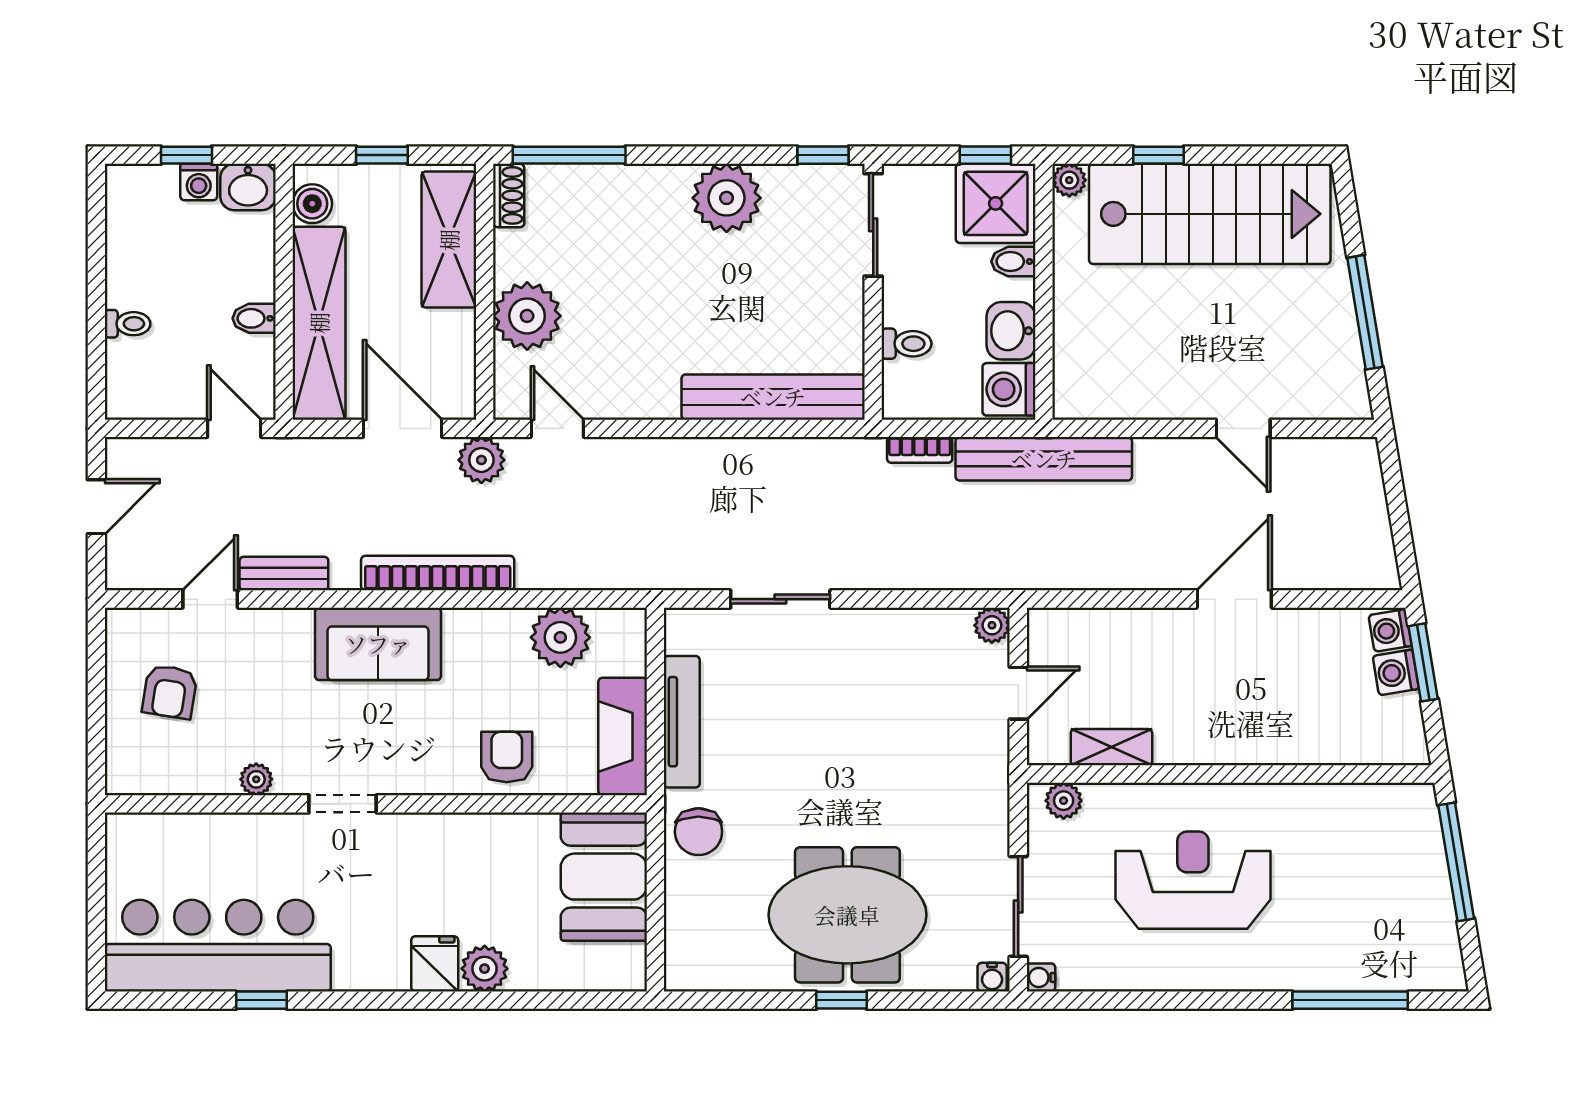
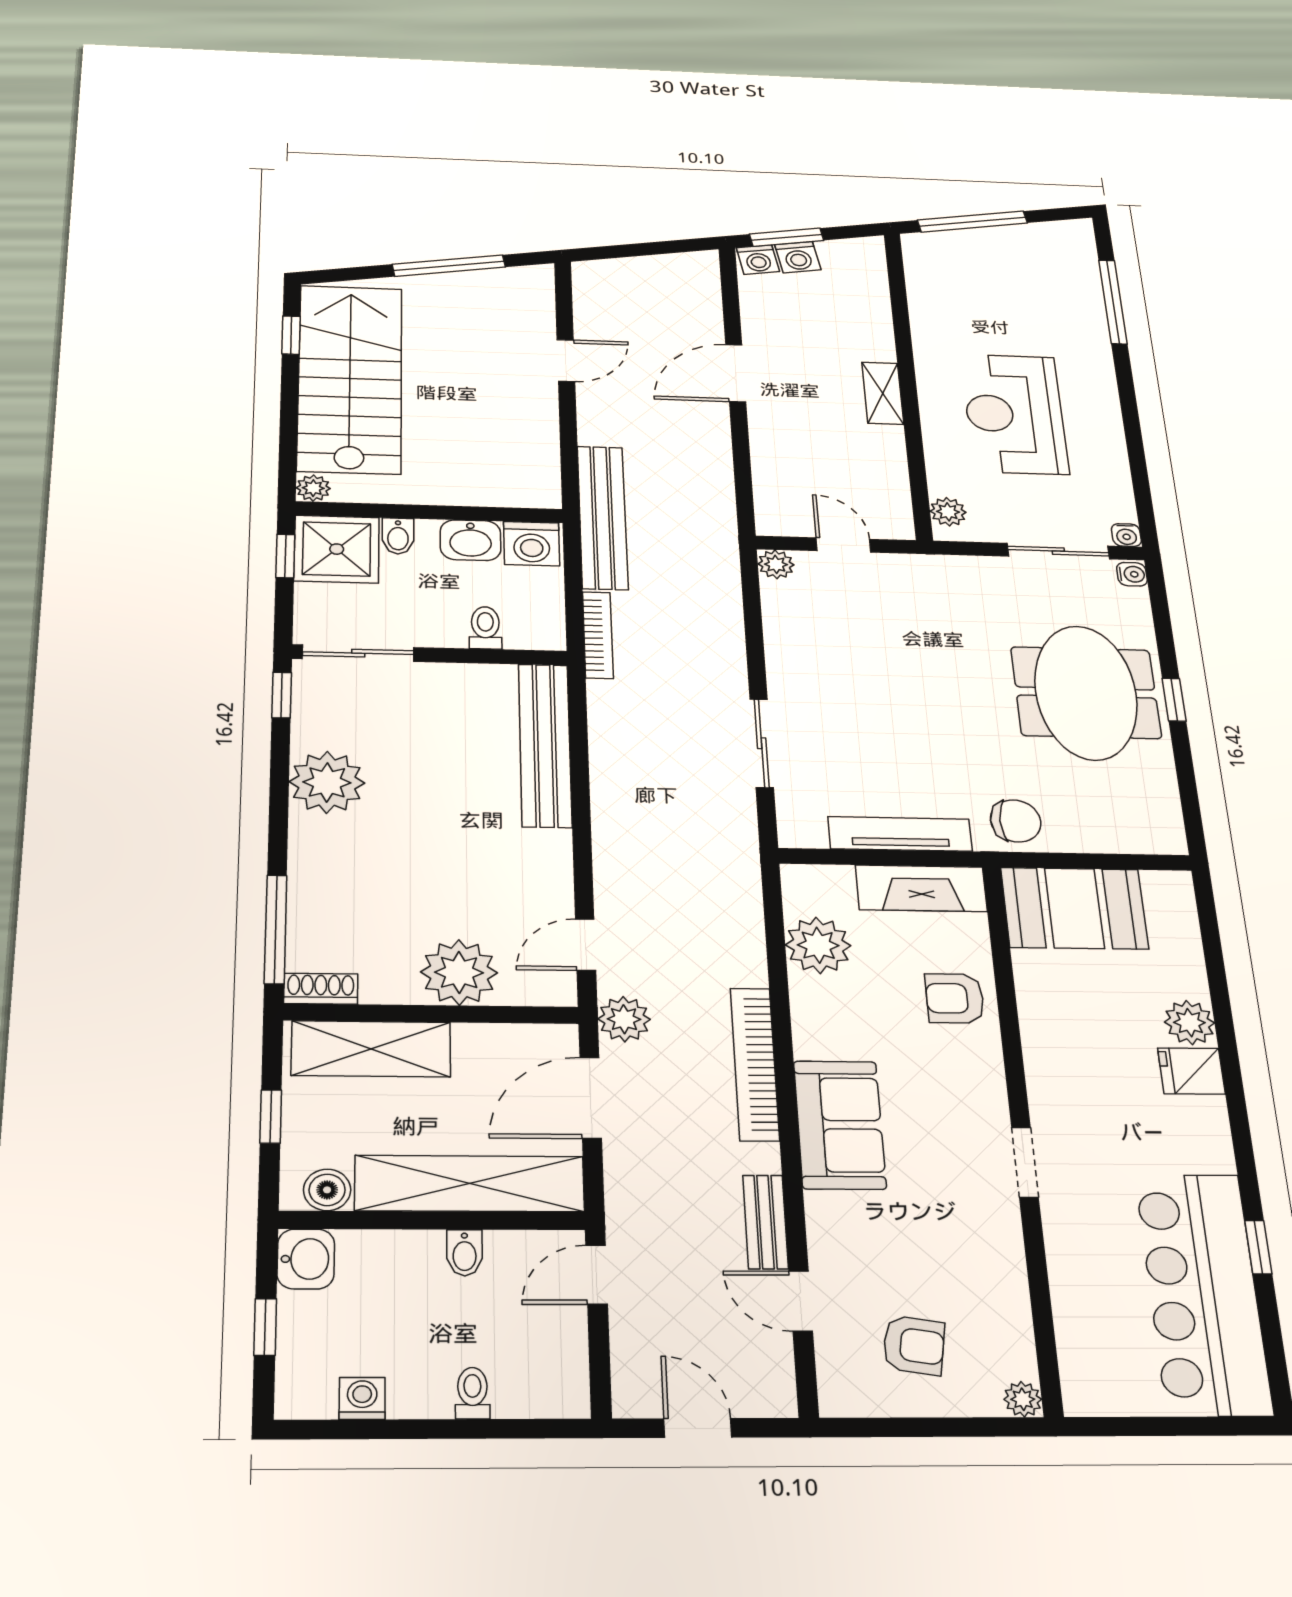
window: (1158, 155) -> (291, 335), moved
washing machine: (199, 182) -> (362, 1398), moved, turned -90
bookcase: (920, 450) -> (598, 635), width x1.56
door: (1234, 599) -> (736, 373), hinge flipped
shelving: (1111, 747) -> (883, 393), moved
plant: (256, 779) -> (1023, 1399), moved

